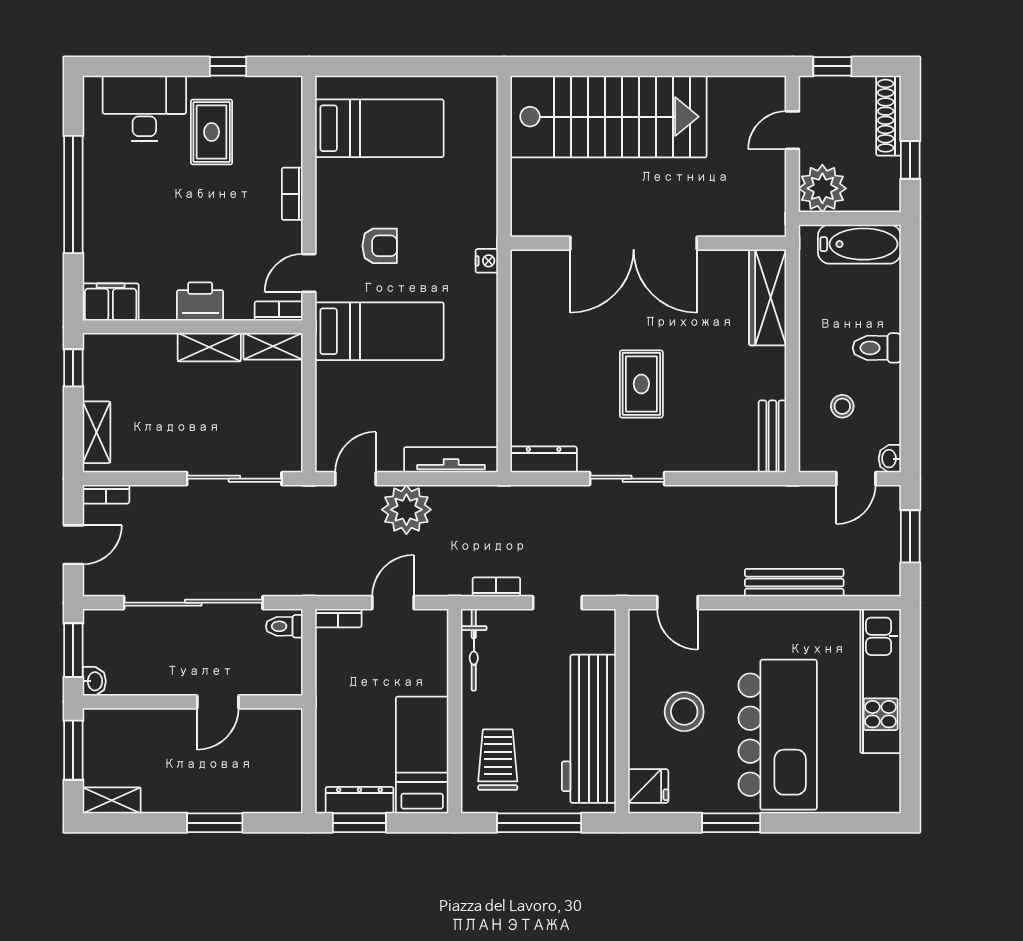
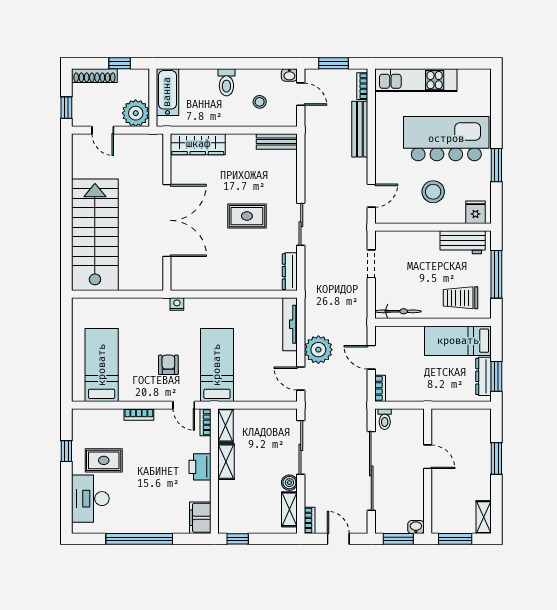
shelving: (96, 432) -> (289, 509), moved, turned 90
boiler: (172, 459) -> (289, 483), added
bookcase: (496, 587) -> (362, 86), moved
workbench: (589, 729) -> (463, 242), width x0.53, depth x0.76

